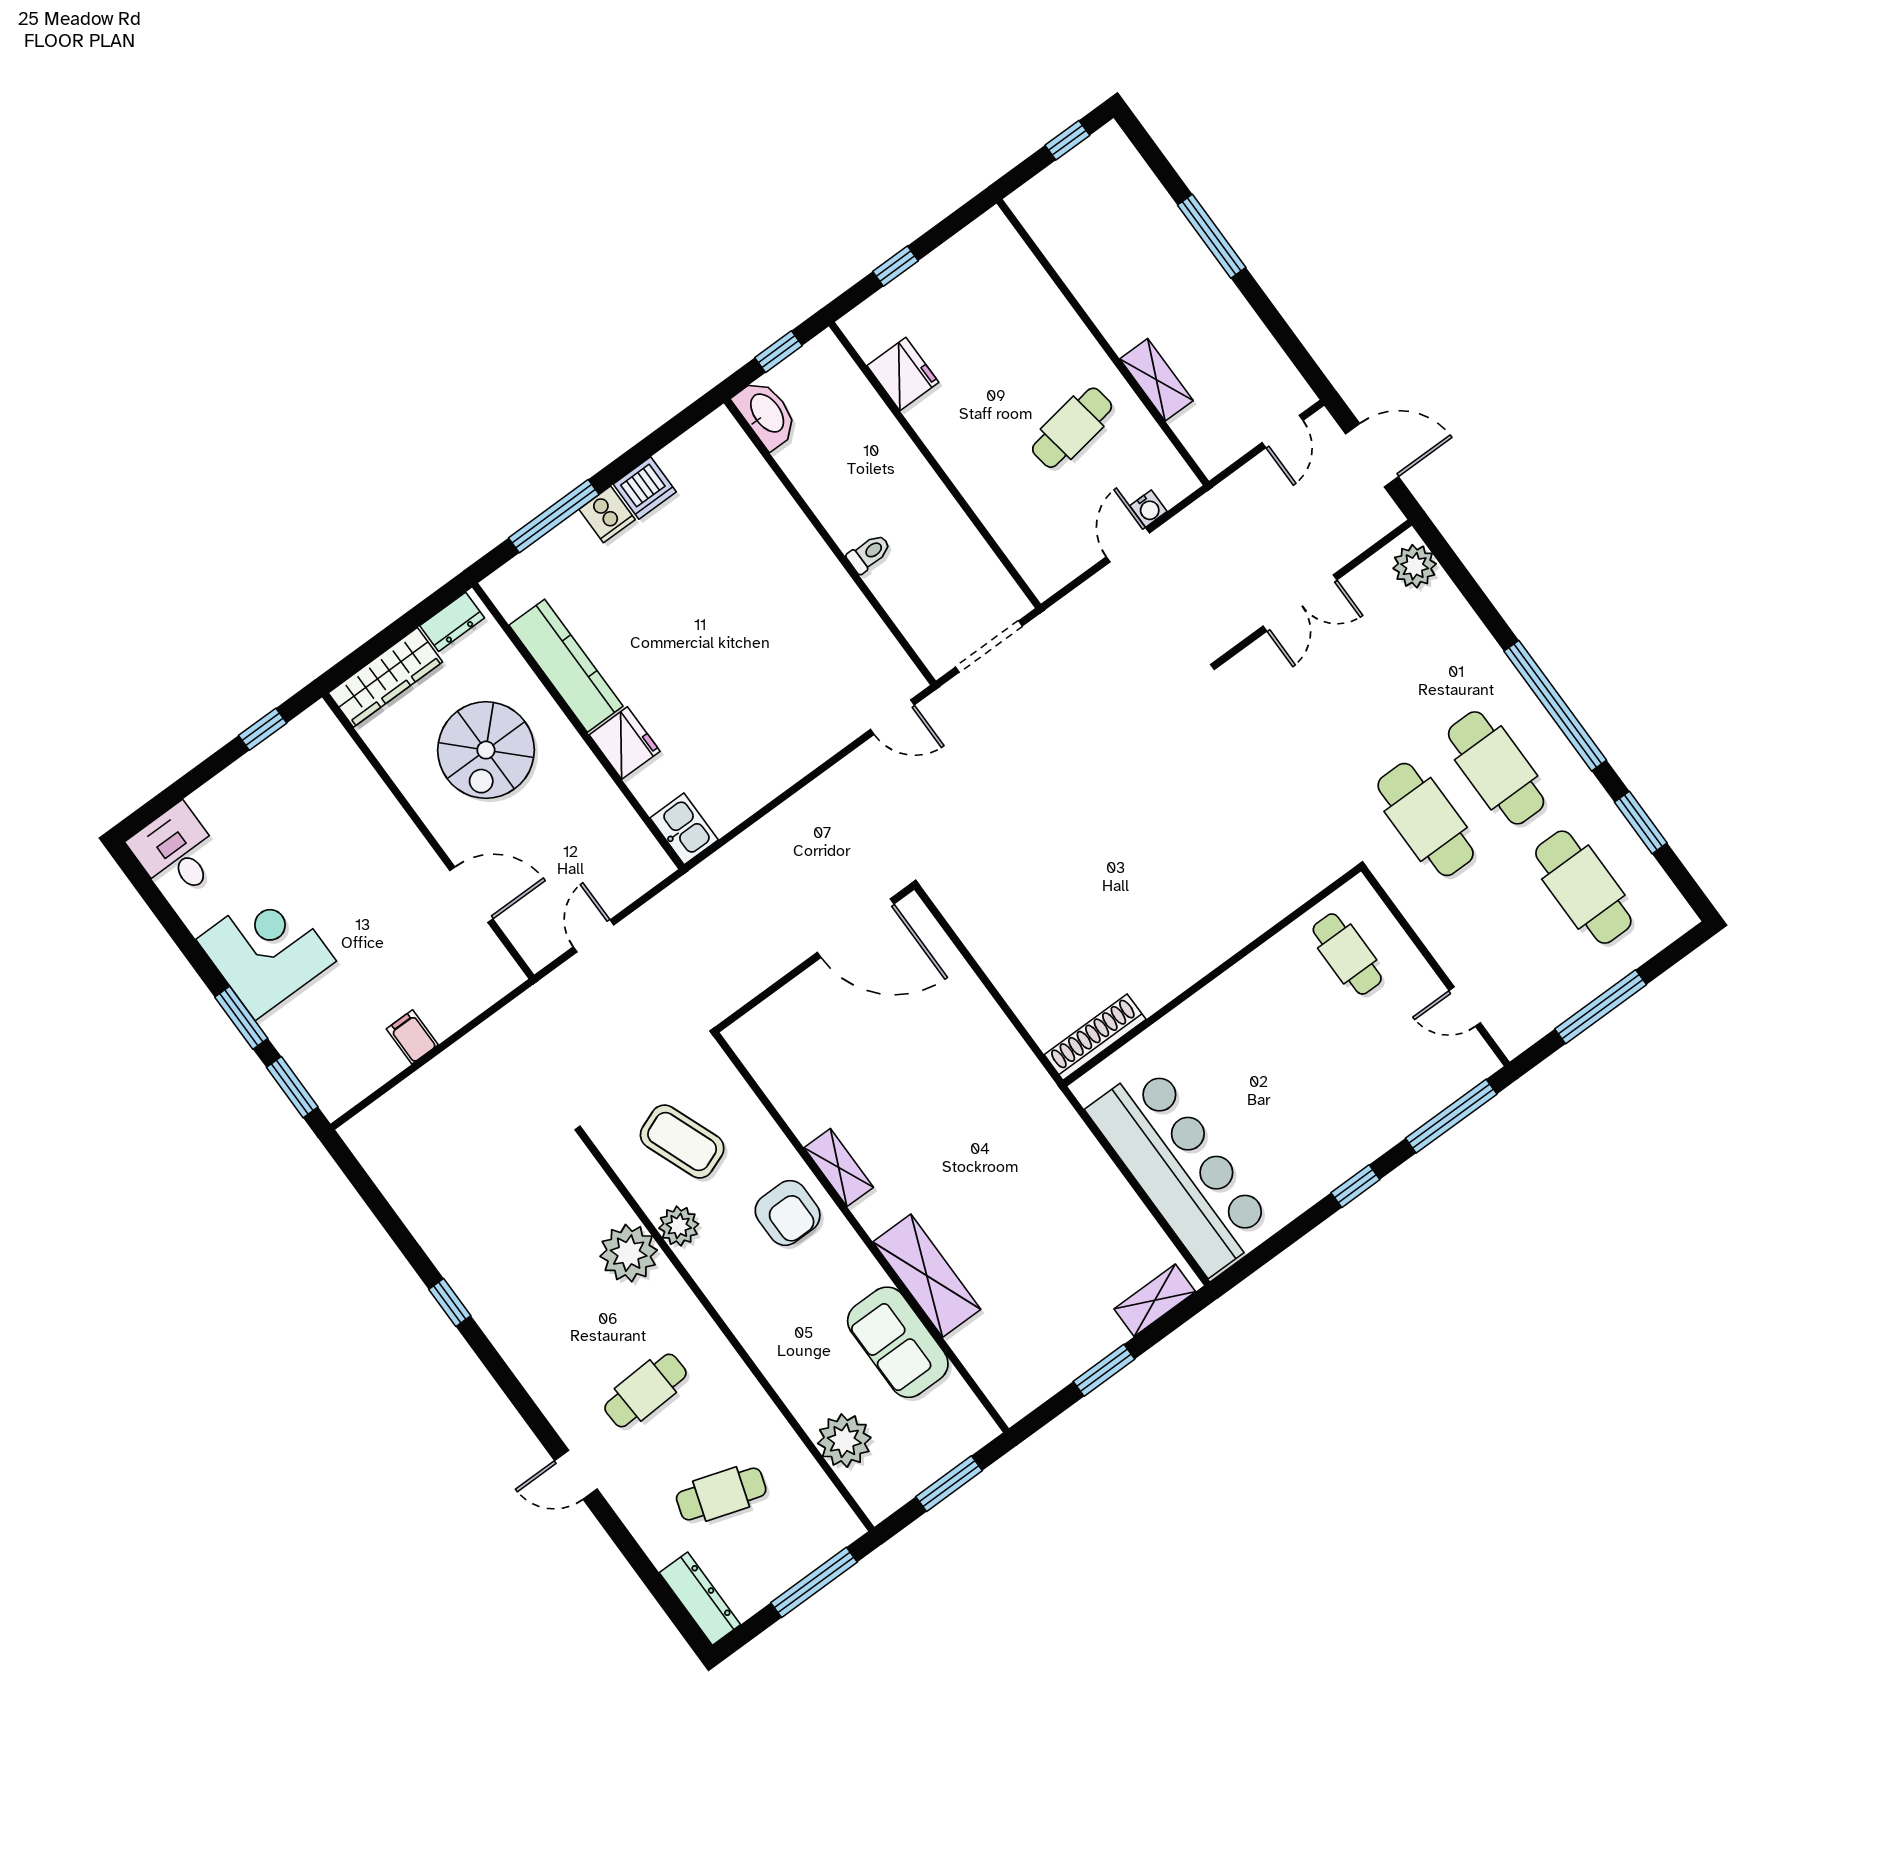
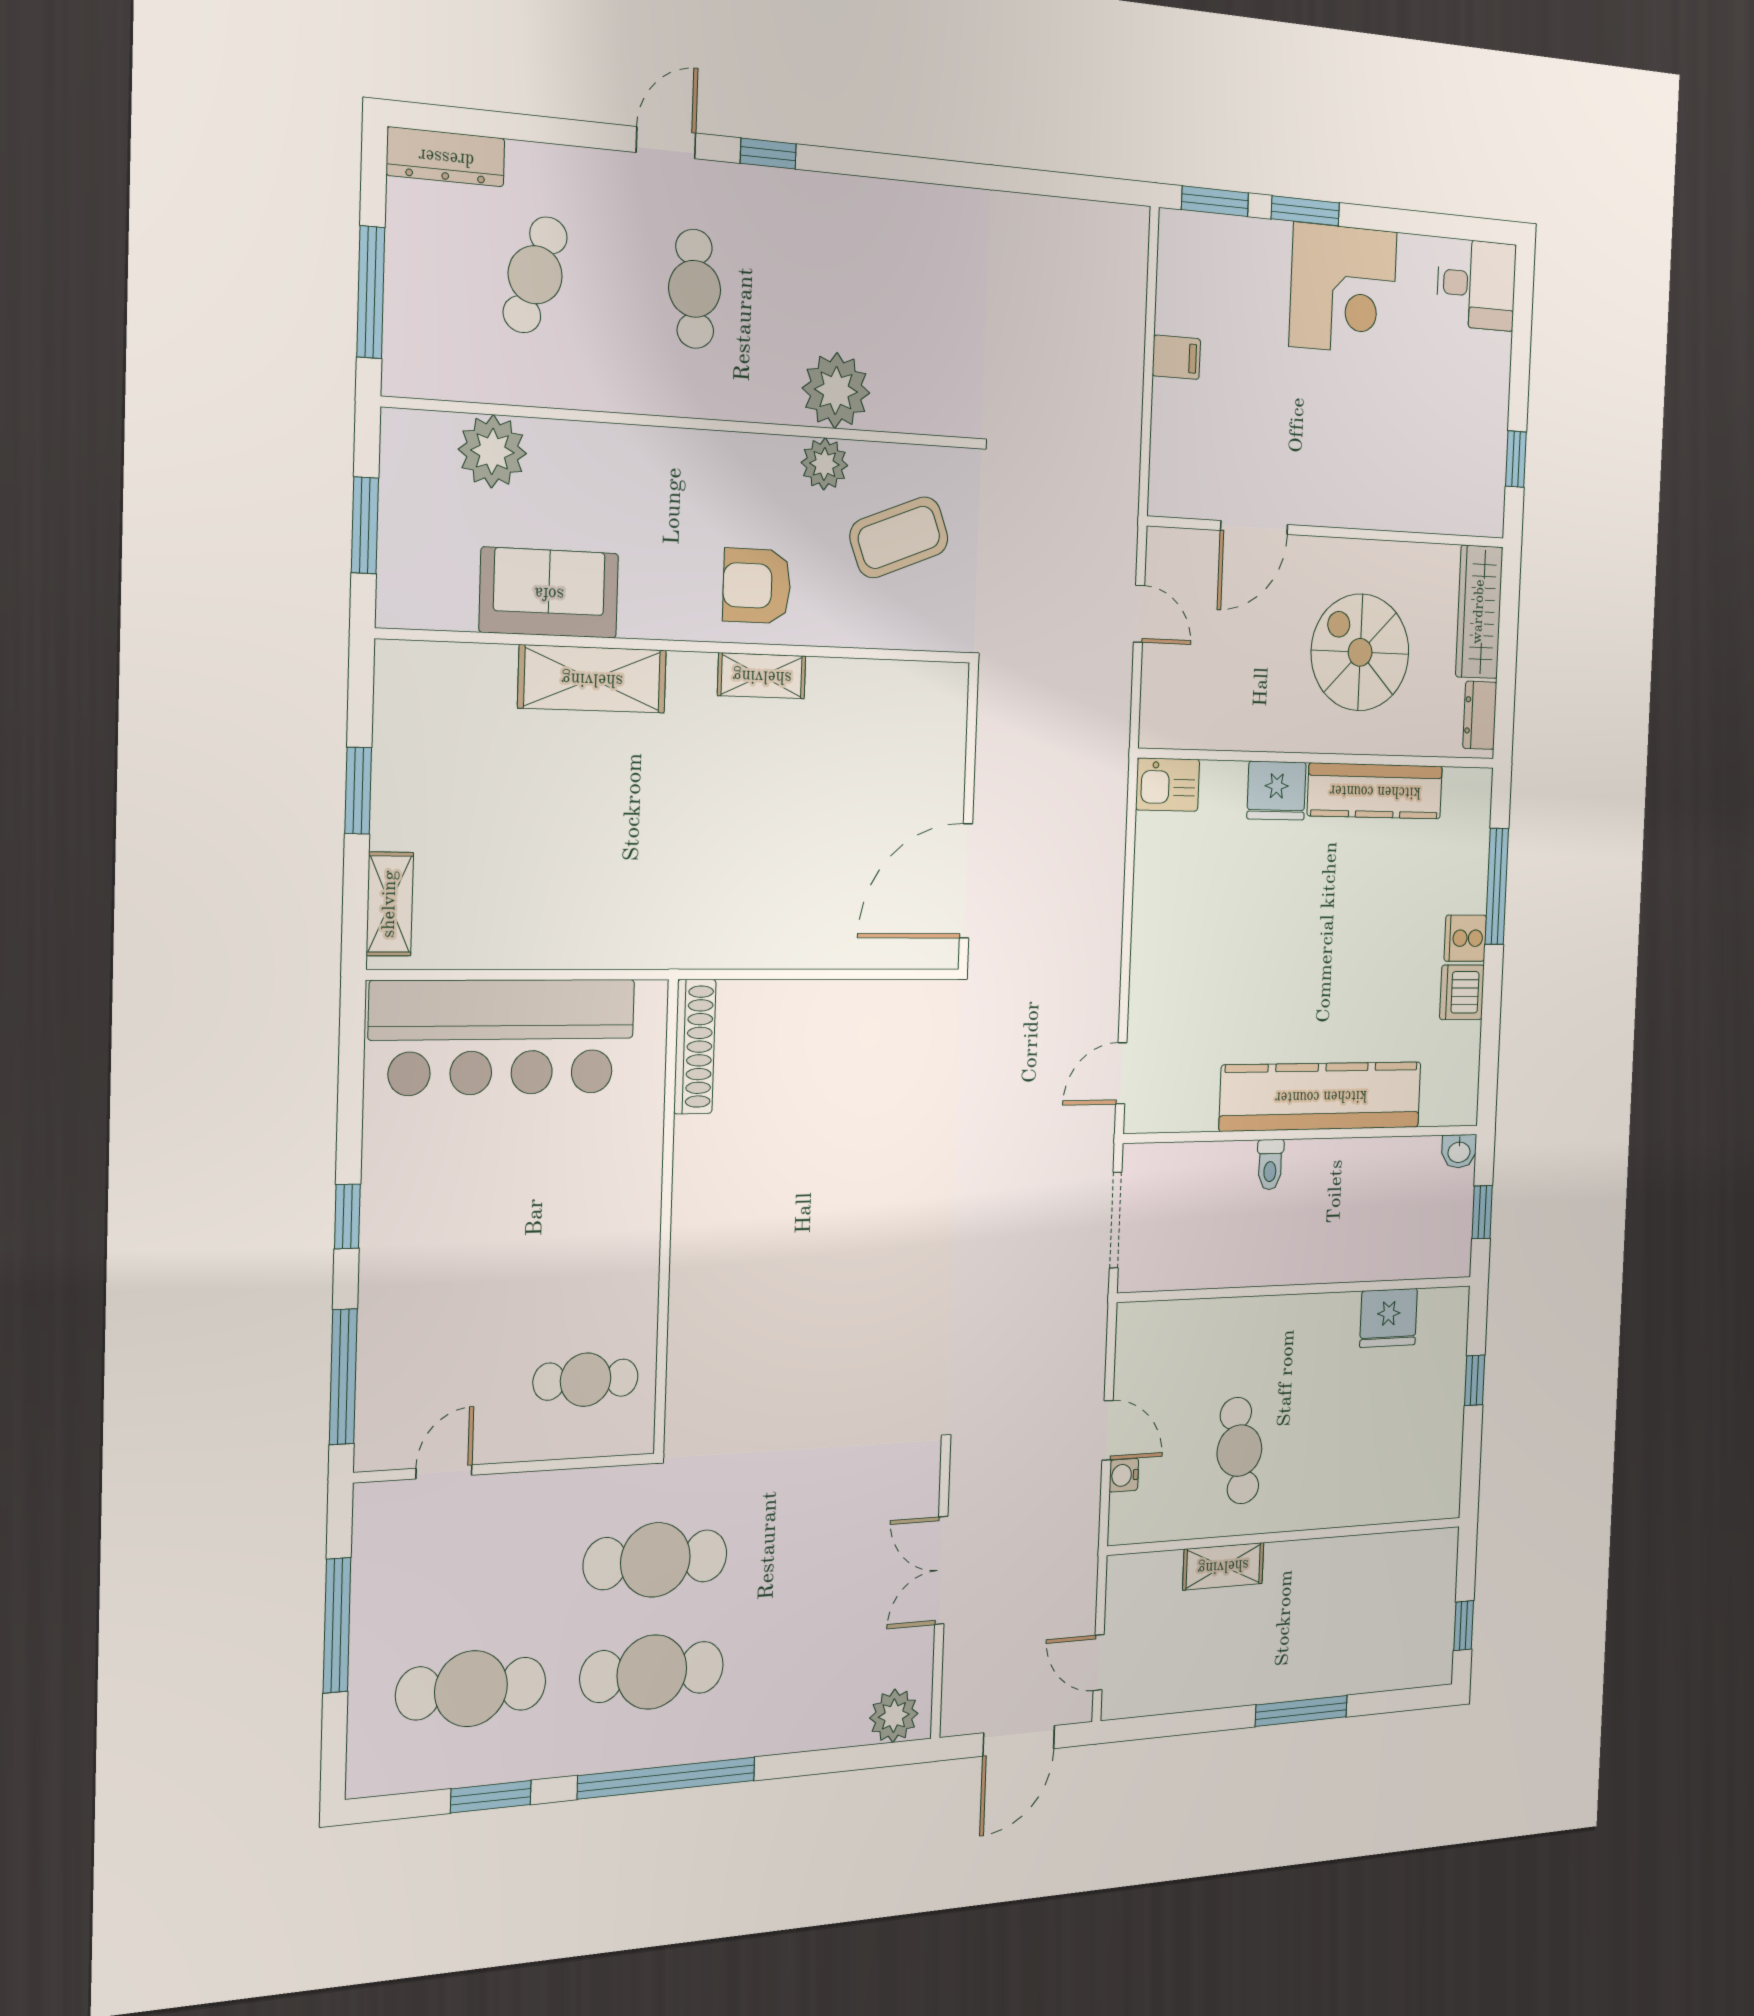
washbasin: (766, 414) -> (1459, 1151), width x0.52, depth x0.69
kitchen counter: (796, 548) -> (1321, 1096), added
window: (450, 1303) -> (768, 154), moved

